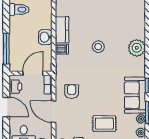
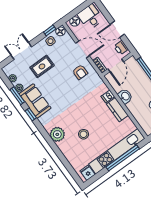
stool: (98, 47) -> (84, 134), moved

